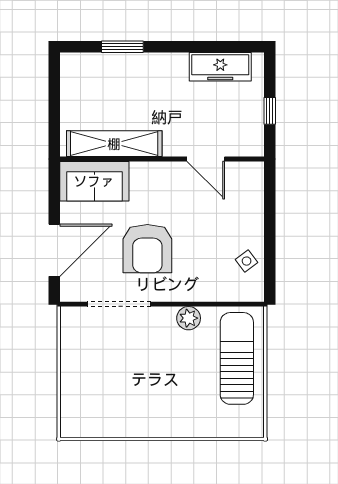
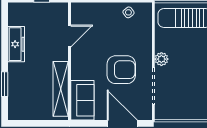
freezer: (220, 67) -> (16, 44), moved
plant: (189, 318) -> (161, 59), moved

